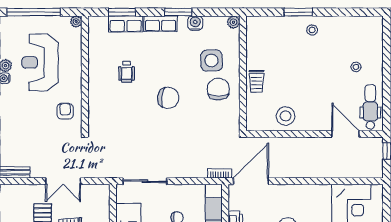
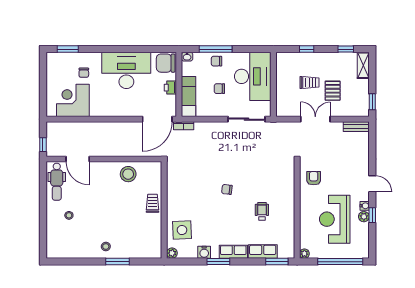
window: (122, 12) -> (277, 262), moved
side table: (211, 61) -> (182, 230), moved
reception desk: (40, 62) -> (335, 219), turned 180
chair: (218, 89) -> (185, 197), removed
chair: (168, 98) -> (227, 189), width x0.54, depth x0.54
armchair: (65, 111) -> (314, 178), turned 180

